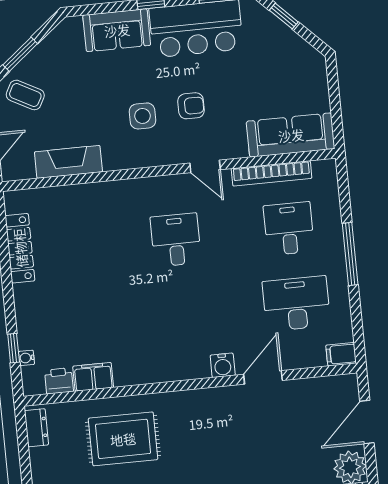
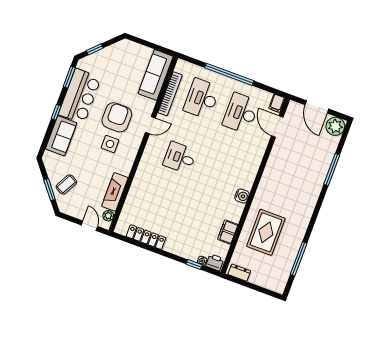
coffee table: (25, 95) -> (66, 184), moved
armchair: (191, 106) -> (117, 117), width x1.88, depth x1.88
plant: (25, 170) -> (108, 216), added
desk: (289, 229) -> (202, 99), width x1.37
window: (350, 254) -> (229, 74), width x1.46
water cooler: (223, 365) -> (242, 196), moved
door: (263, 377) -> (277, 127), moved
printer: (59, 381) -> (215, 262), moved, turned 90

